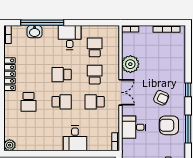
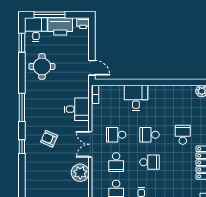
school desk: (95, 102) -> (116, 135), turned 180
armchair: (169, 125) -> (41, 111), removed

